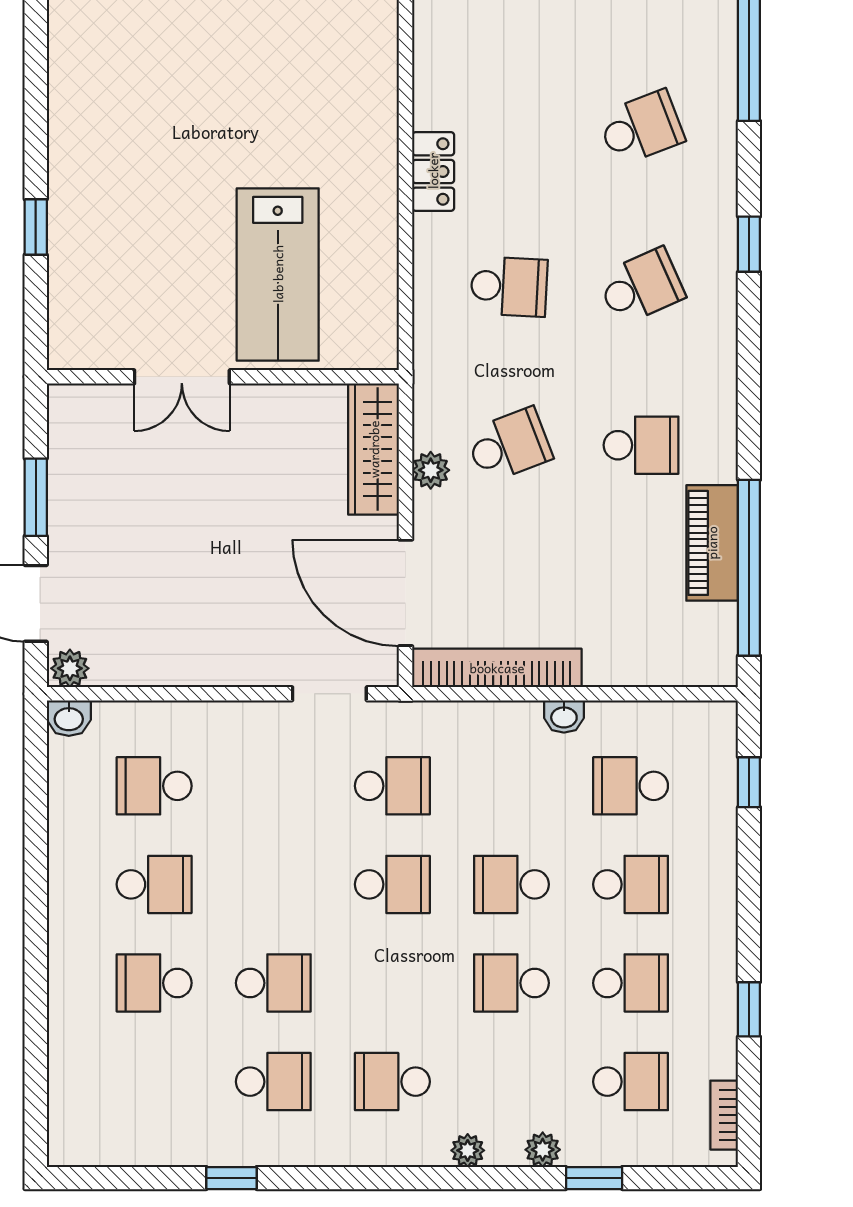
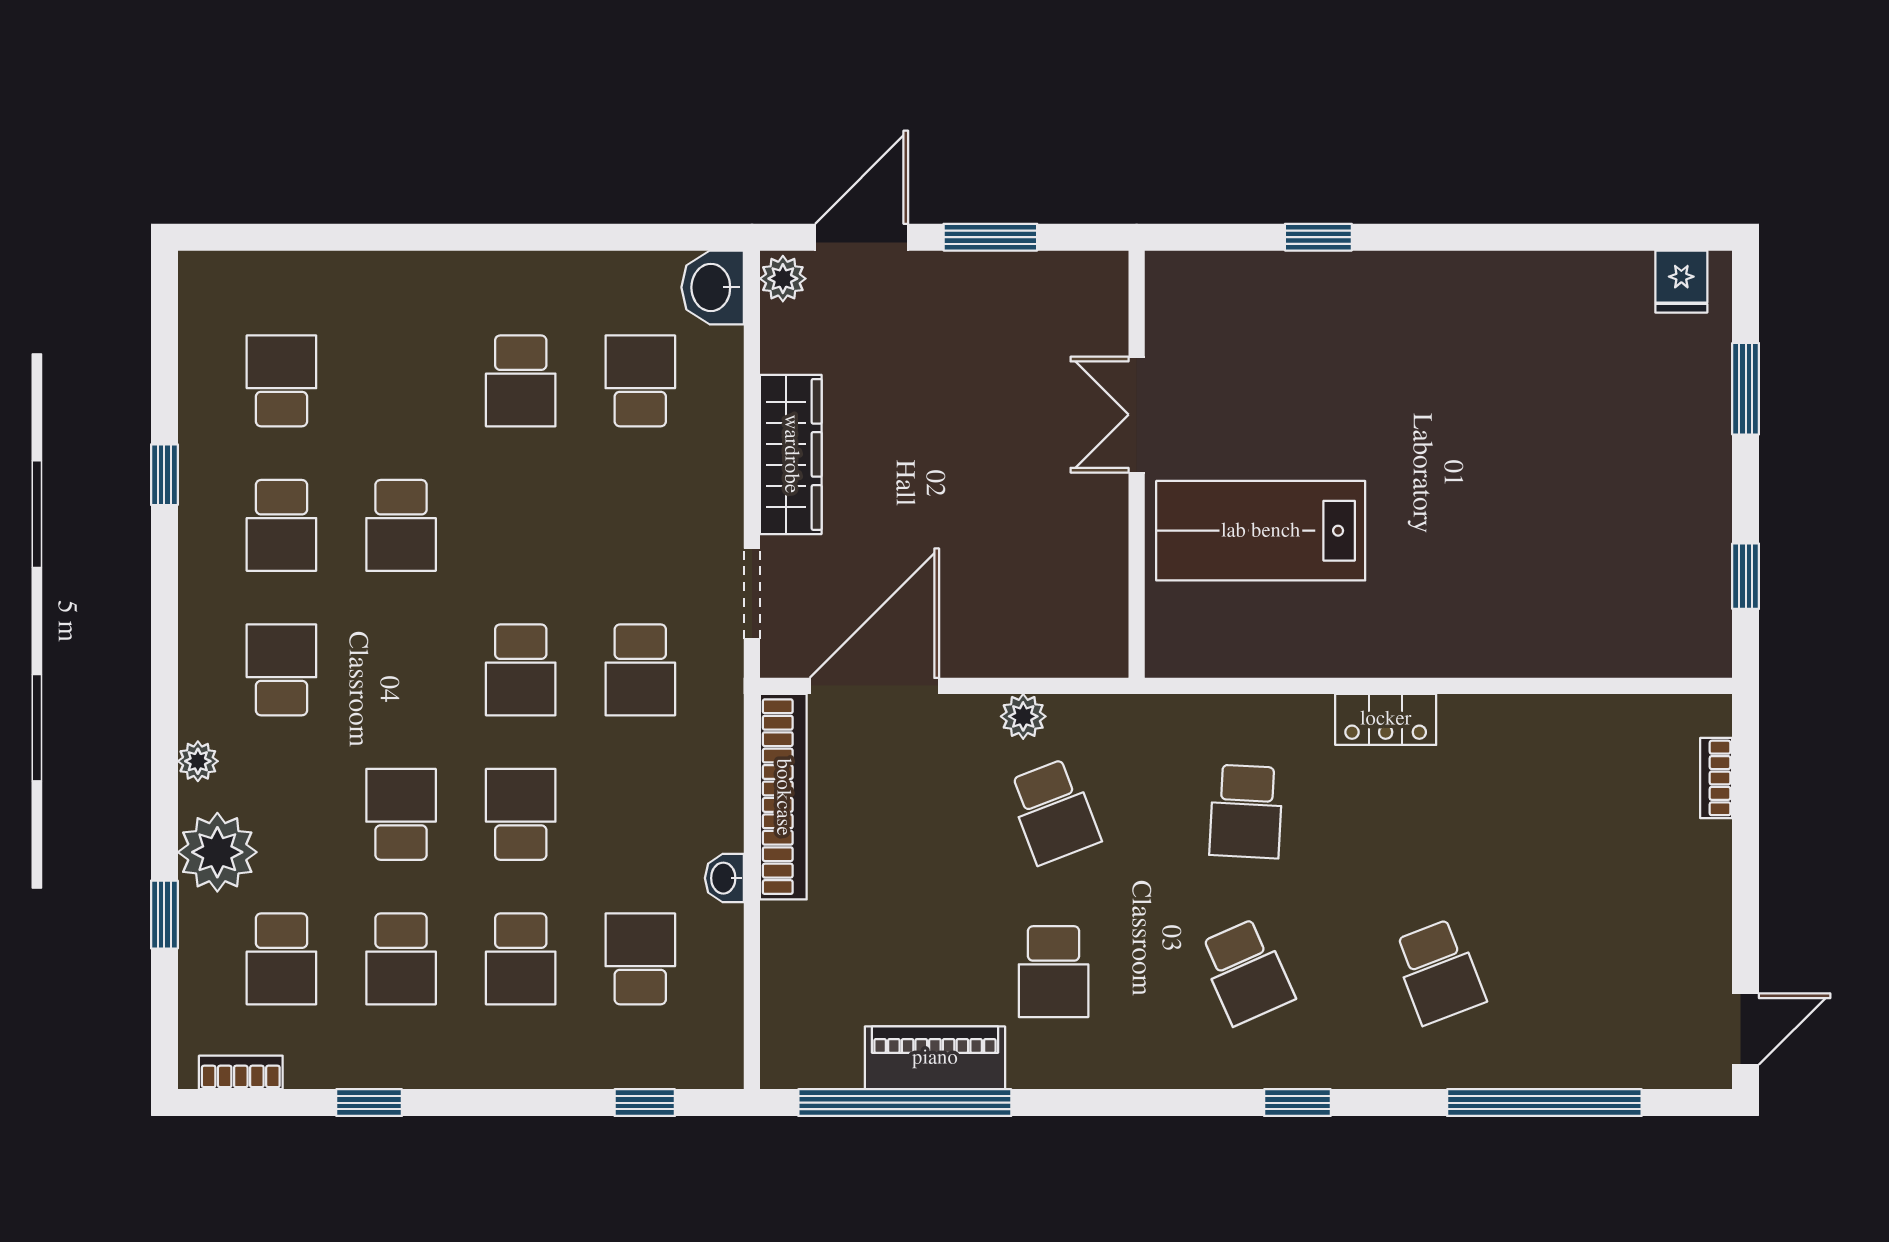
wardrobe: (374, 449) -> (791, 454), moved, turned 90
washbasin: (69, 718) -> (713, 287), width x1.38, depth x1.45
school desk: (154, 983) -> (281, 381), moved
plant: (543, 1150) -> (217, 852), width x1.88, depth x1.88

